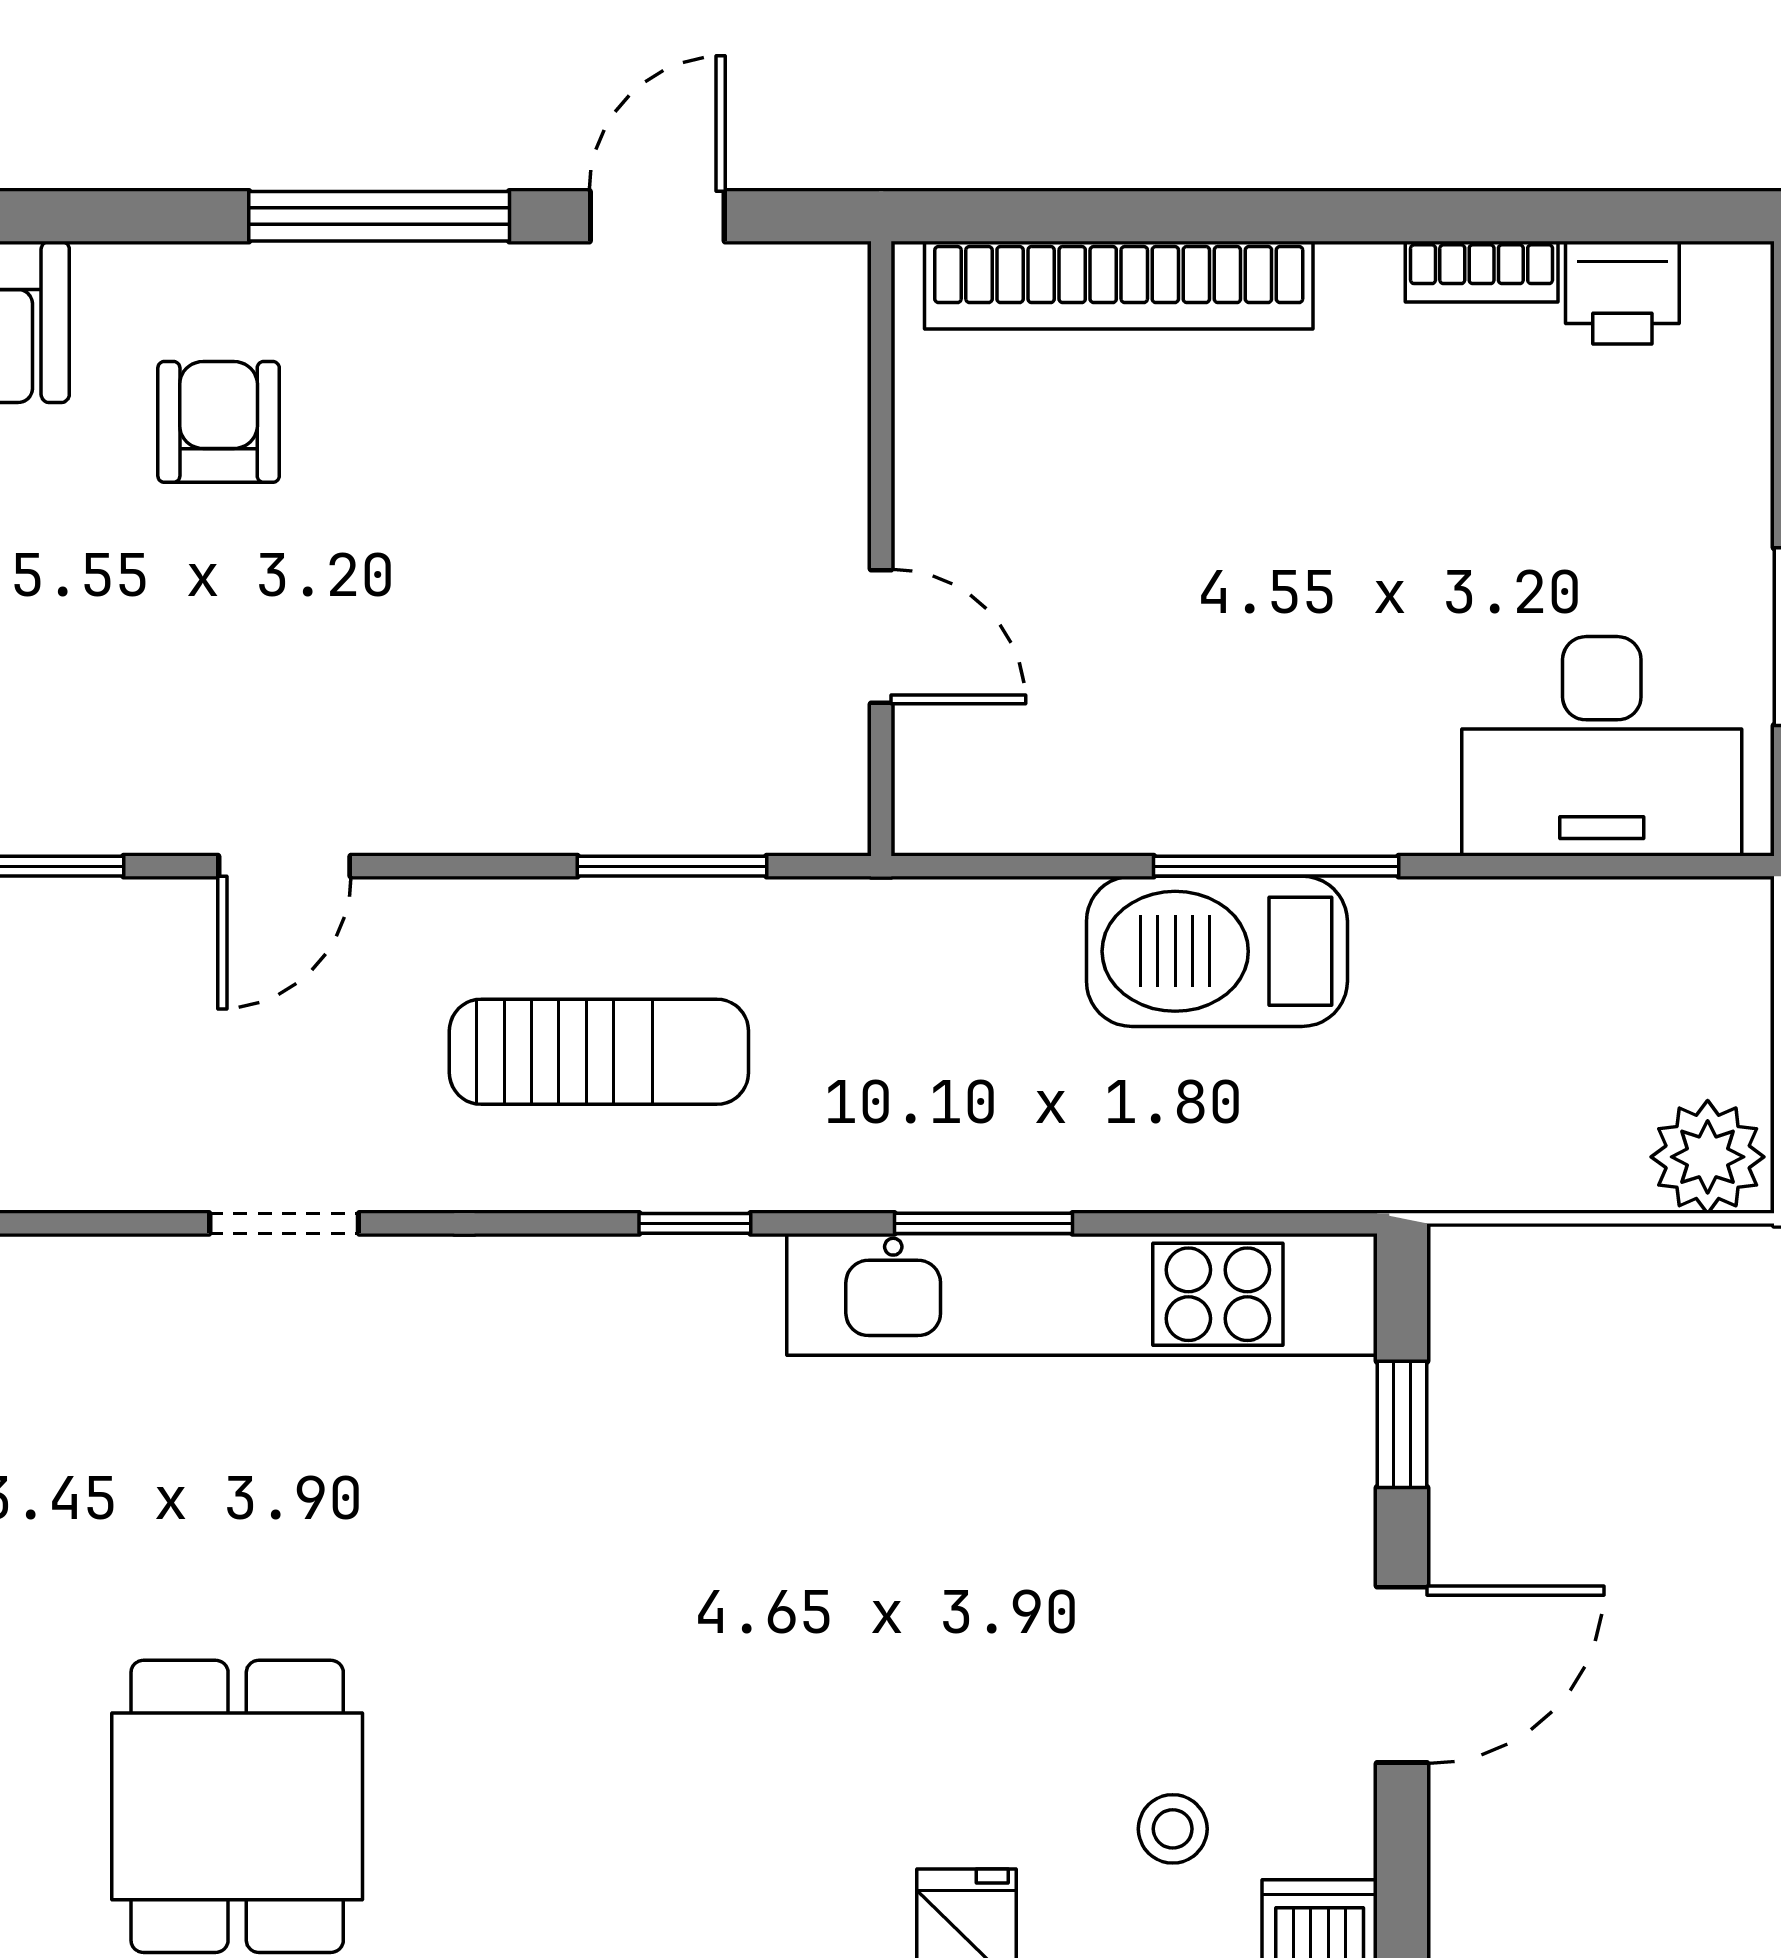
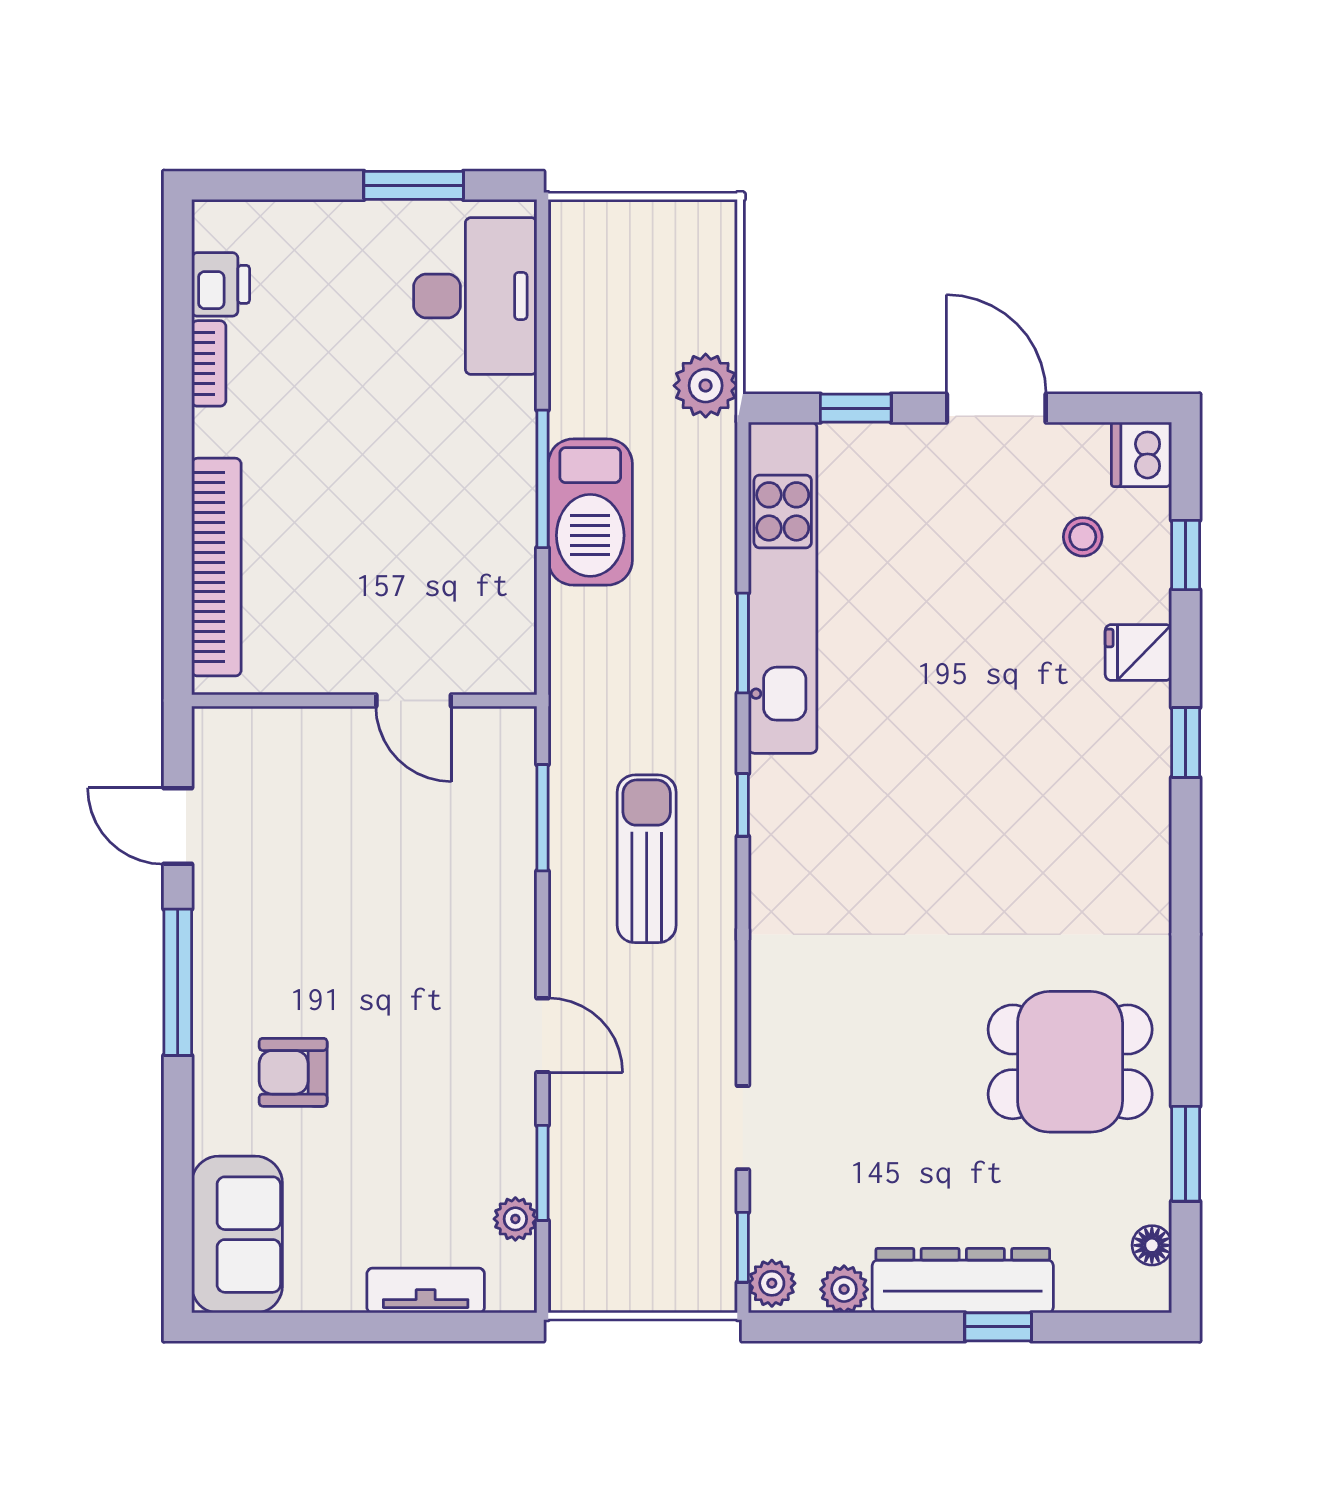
door: (881, 637) -> (414, 700), swing flipped
plant: (1708, 1157) -> (706, 386), moved
doorway: (284, 1223) -> (743, 1128), moved

